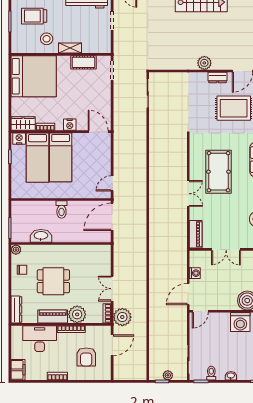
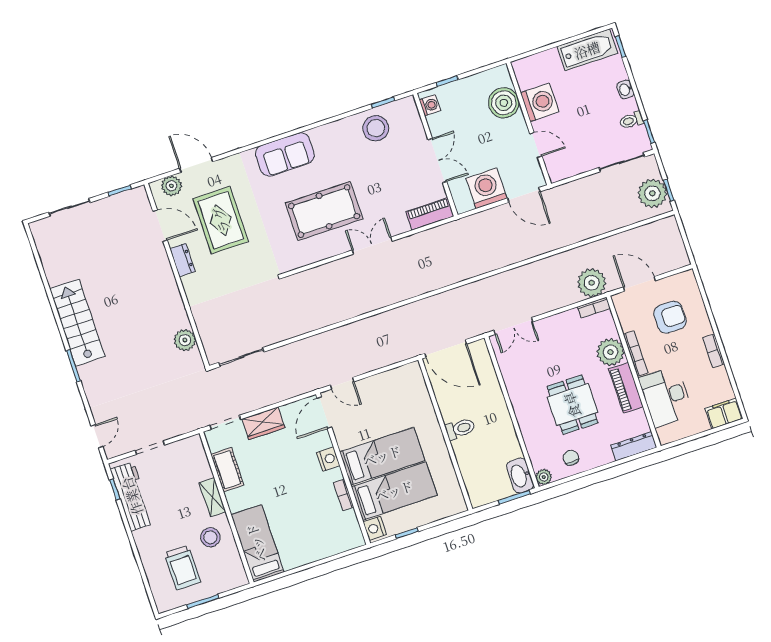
plant: (204, 63) -> (185, 340), moved
bed: (34, 76) -> (257, 543), width x0.49
wardrobe: (23, 123) -> (263, 423), moved, turned -90
door: (112, 183) -> (342, 383), moved
washbasin: (41, 236) -> (520, 476), moved
washing machine: (195, 273) -> (486, 188), width x1.89, depth x1.89
double door: (112, 289) -> (513, 326), moved
door: (200, 311) -> (536, 145), moved
plant: (168, 375) -> (652, 193), width x1.88, depth x1.88

